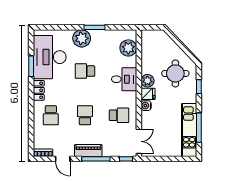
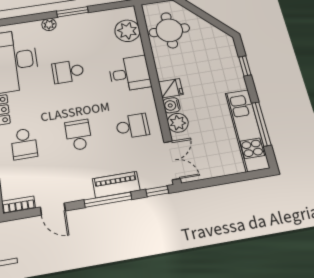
plant: (82, 38) -> (49, 24), width x0.53, depth x0.53
round table: (175, 73) -> (169, 30), moved
plant: (147, 81) -> (178, 123), moved
piano: (88, 151) -> (116, 185), moved

